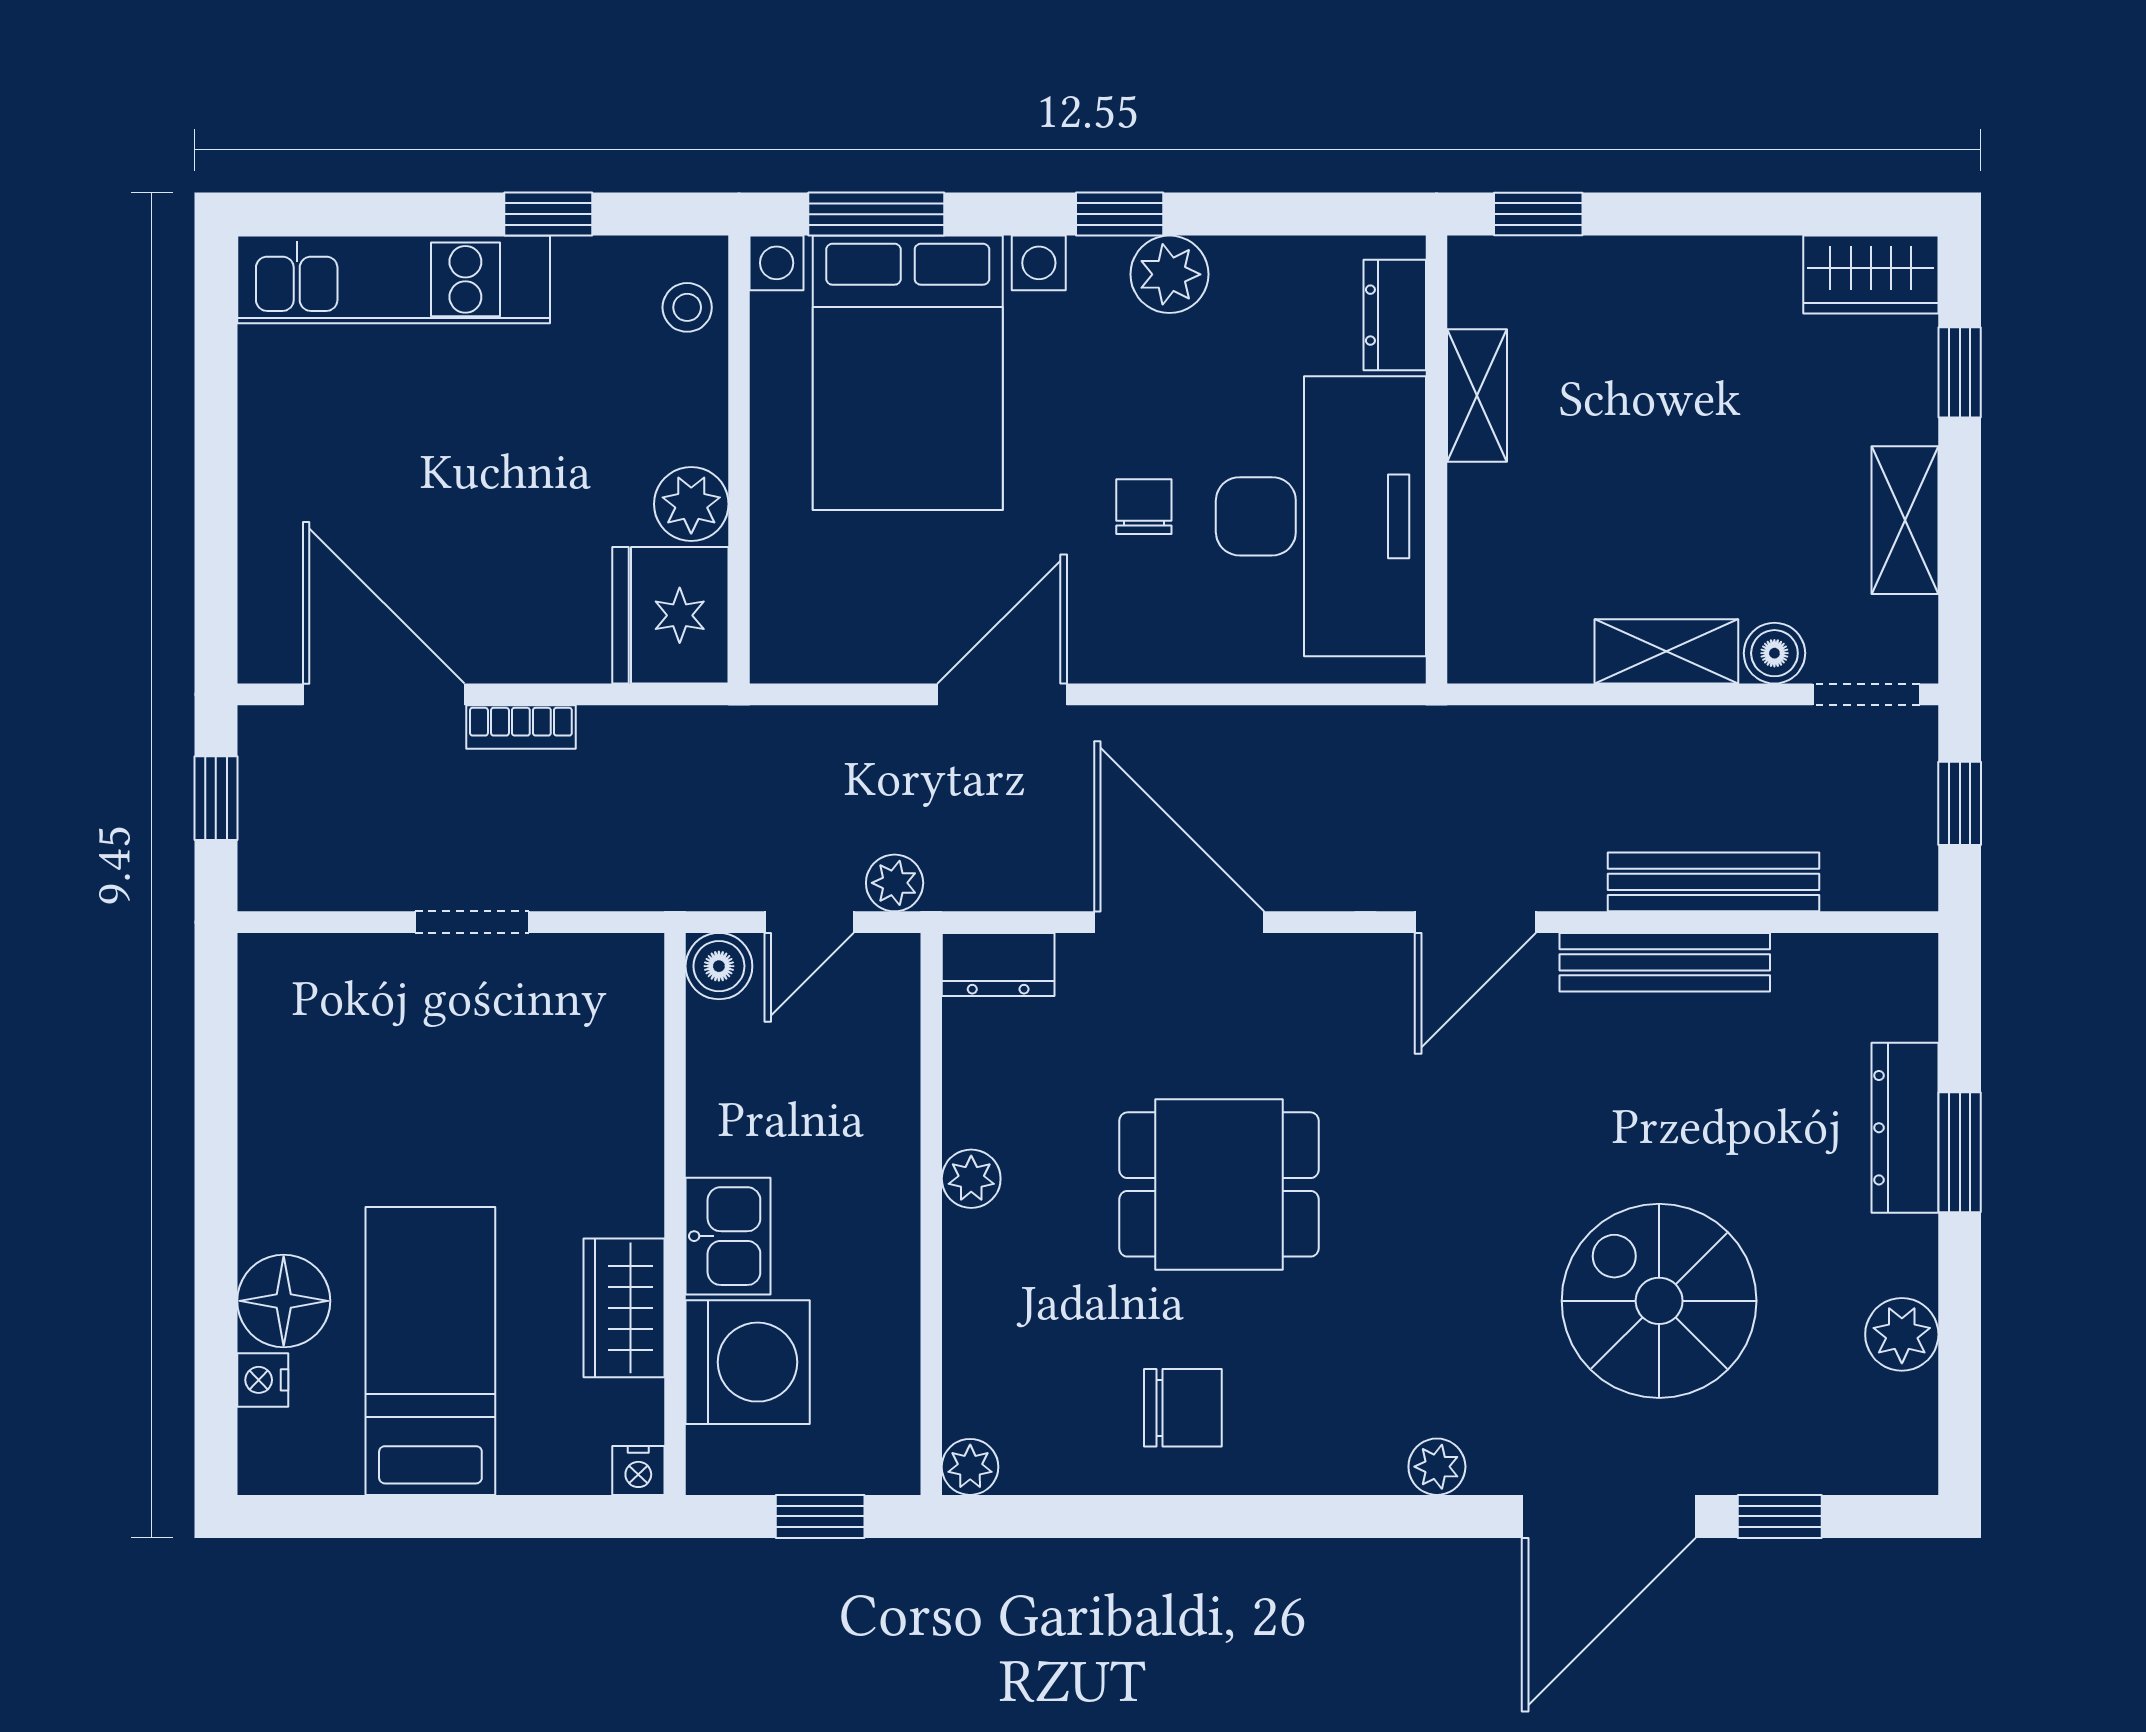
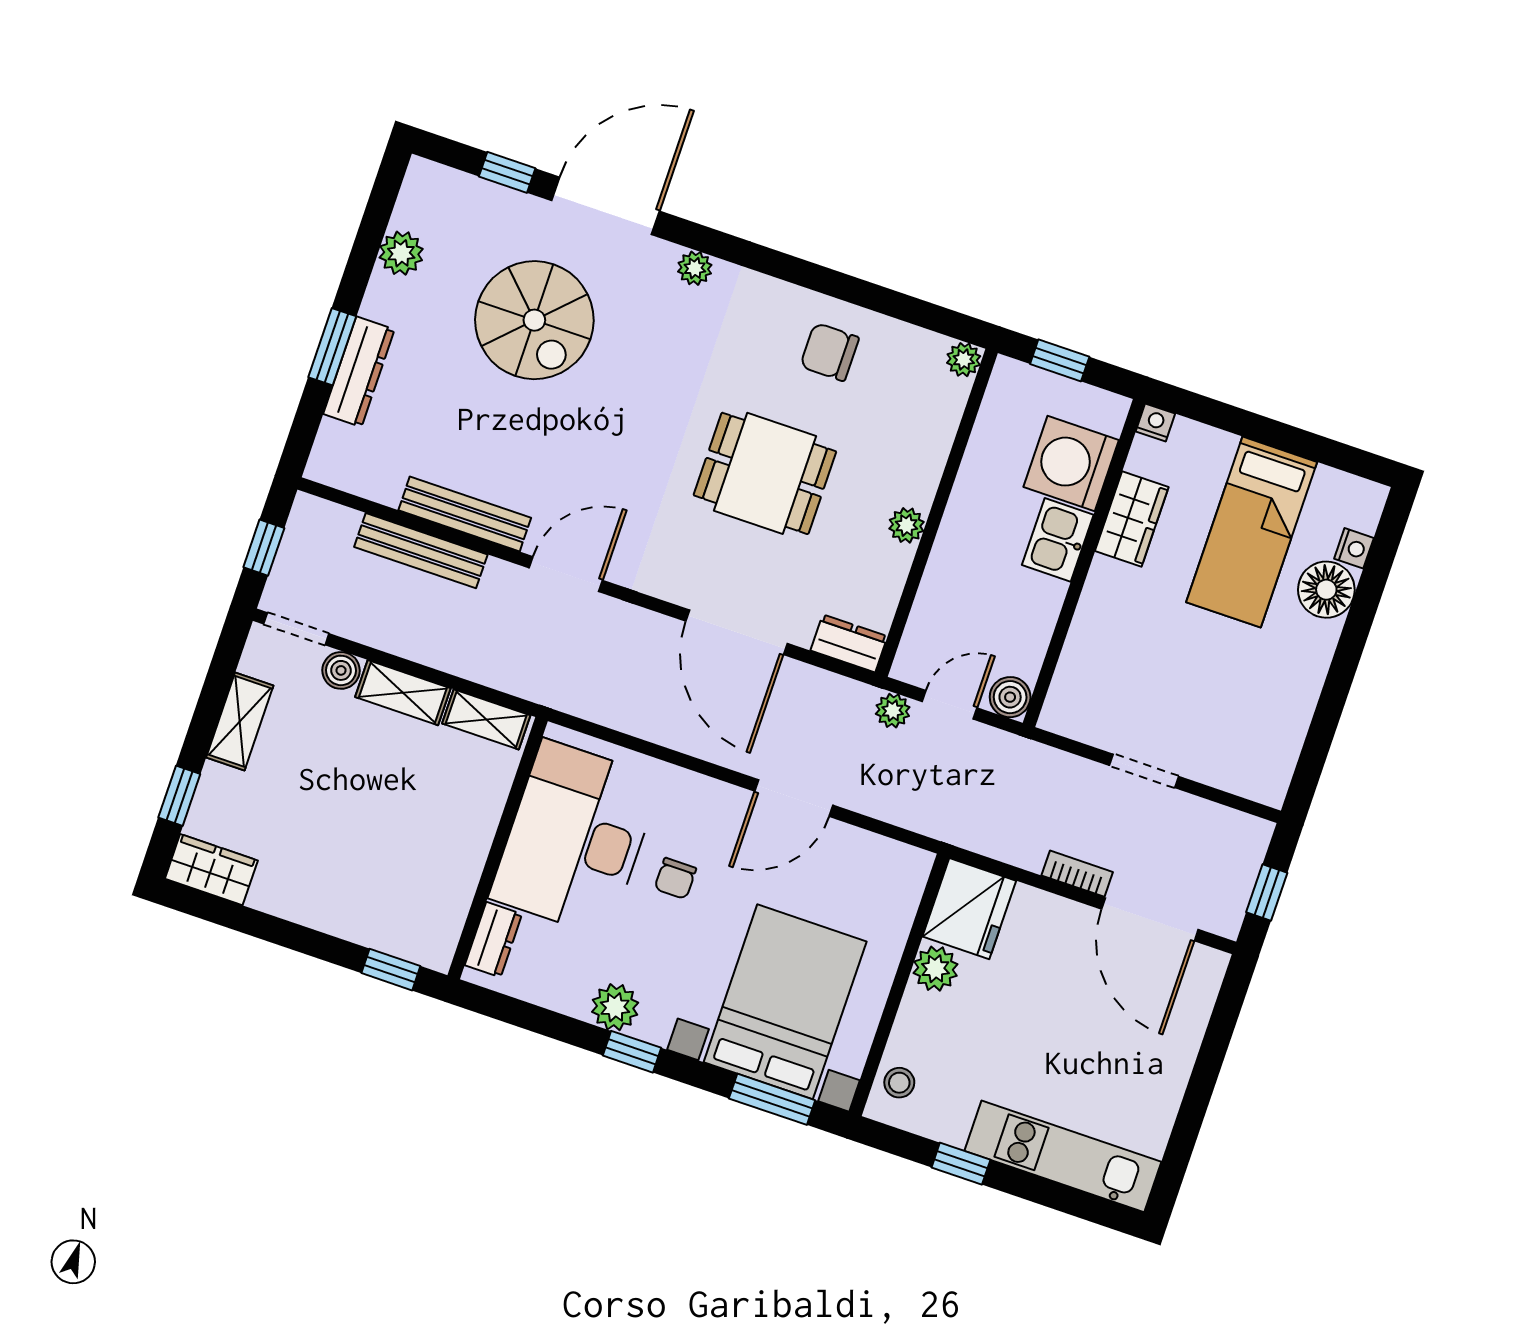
shelving: (1477, 395) -> (486, 719), moved, turned 90

